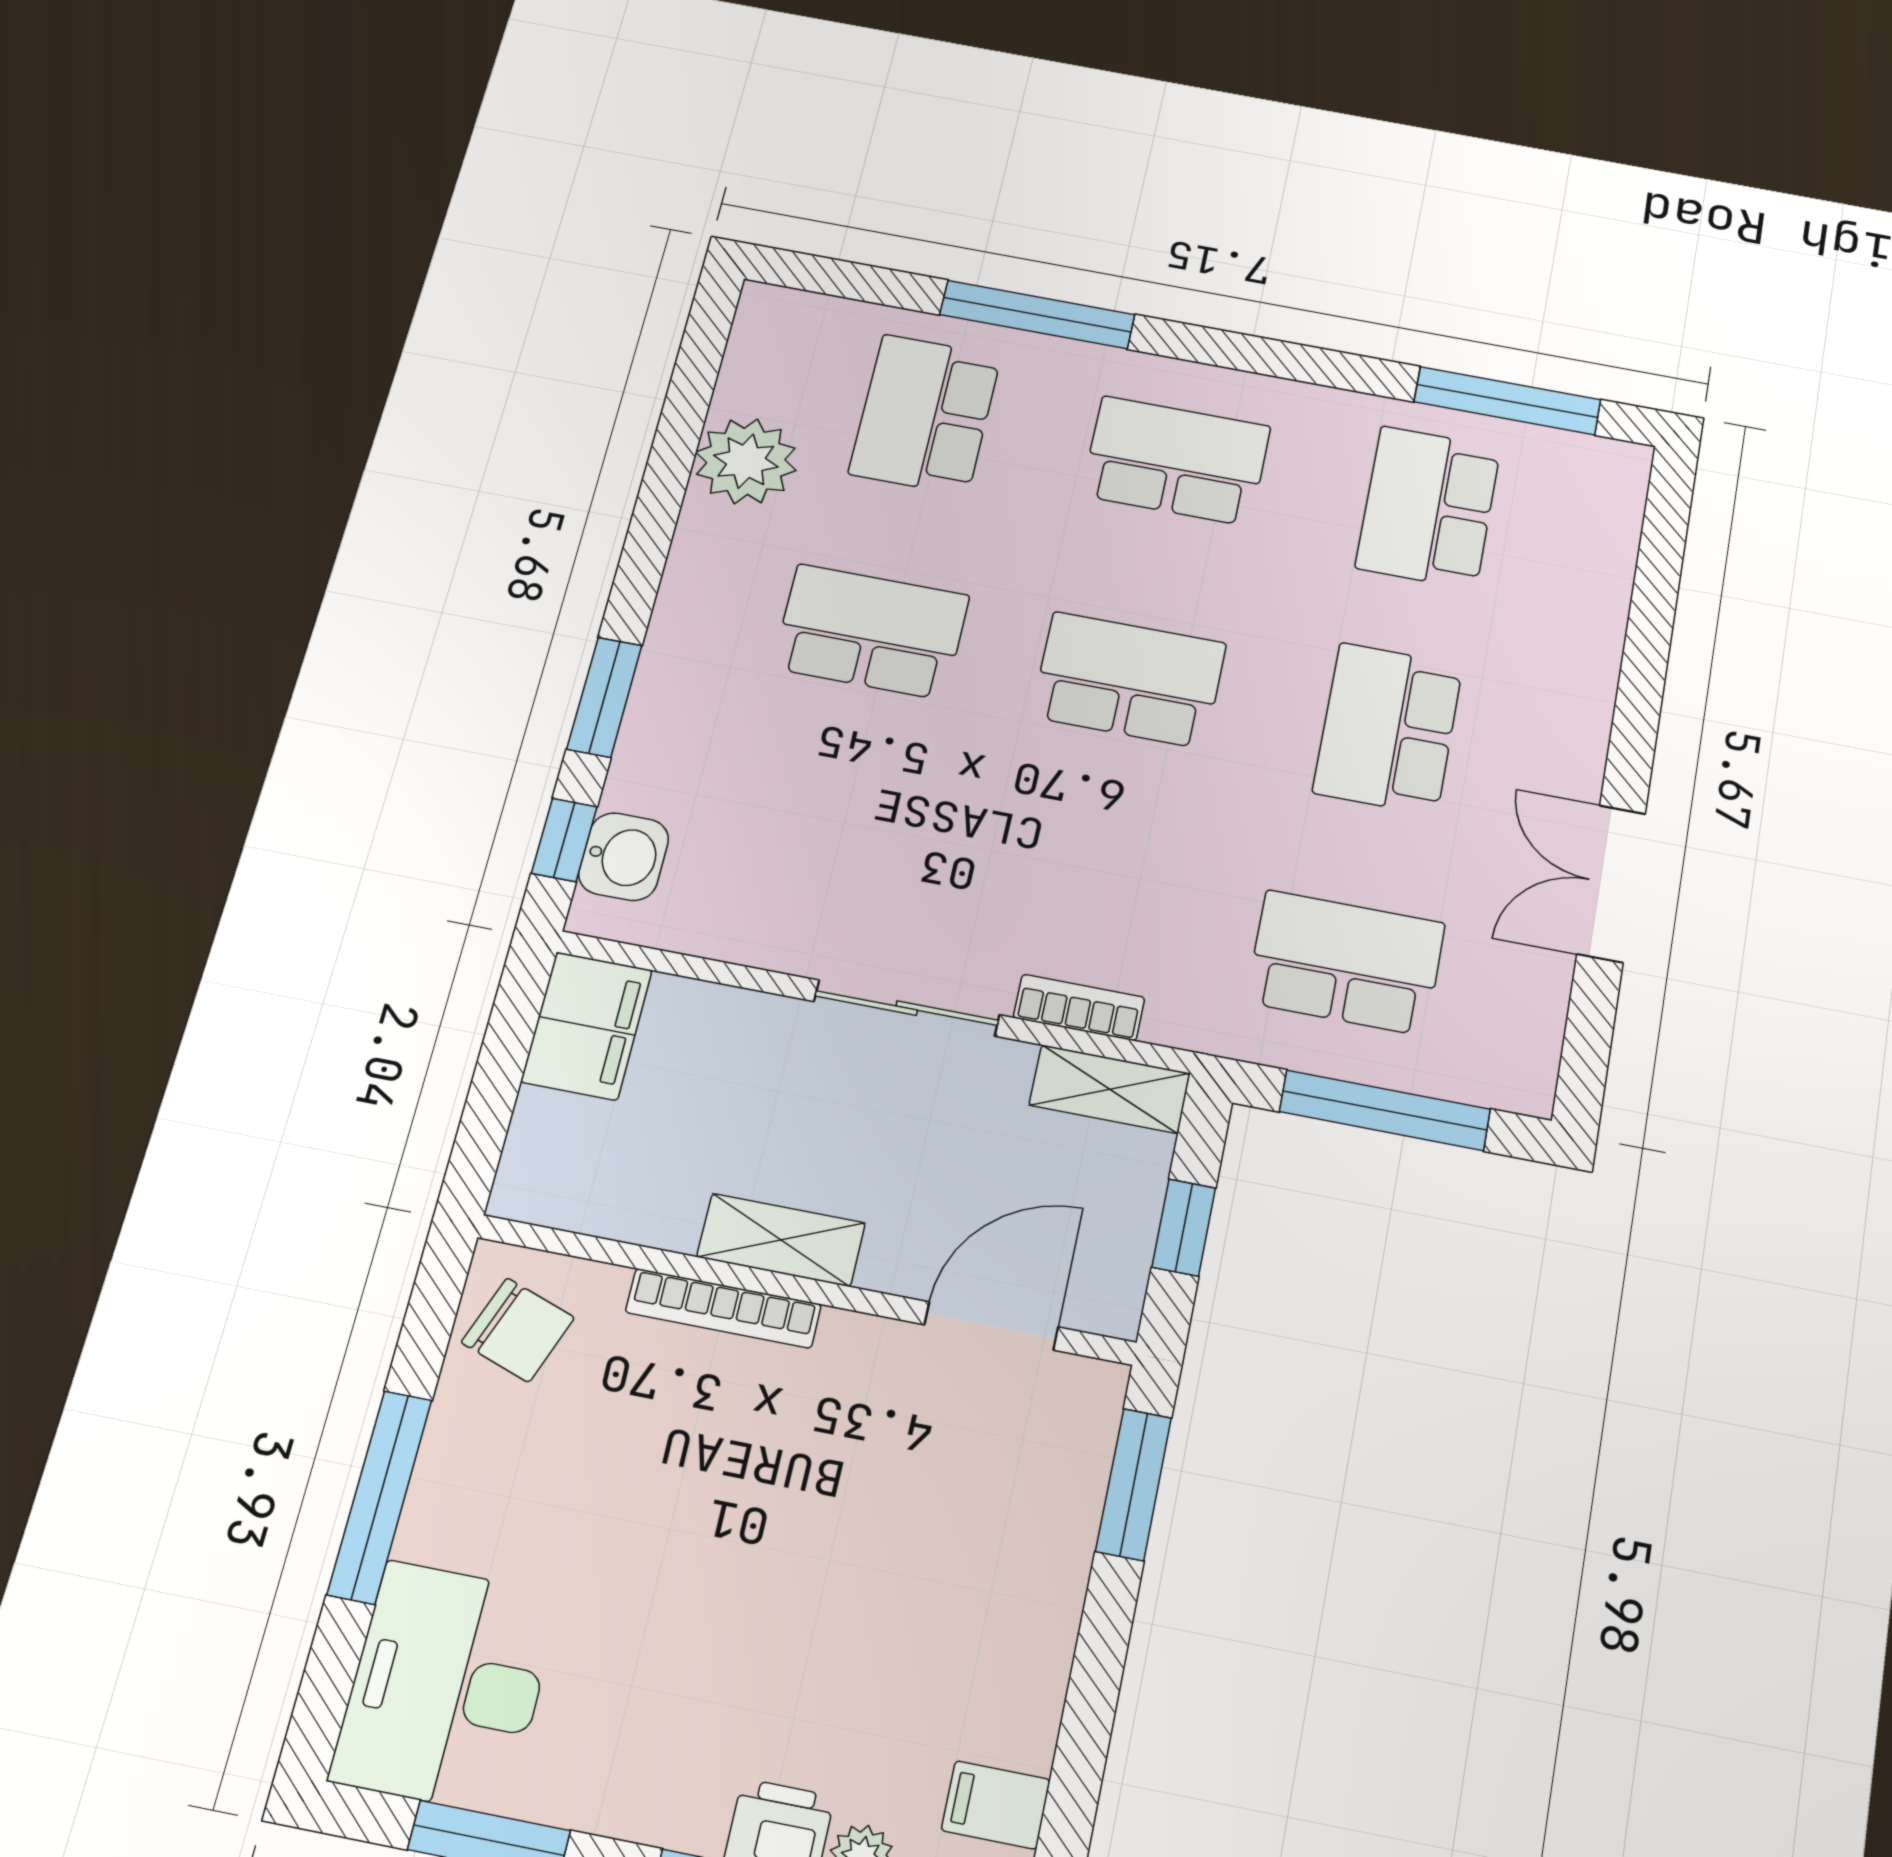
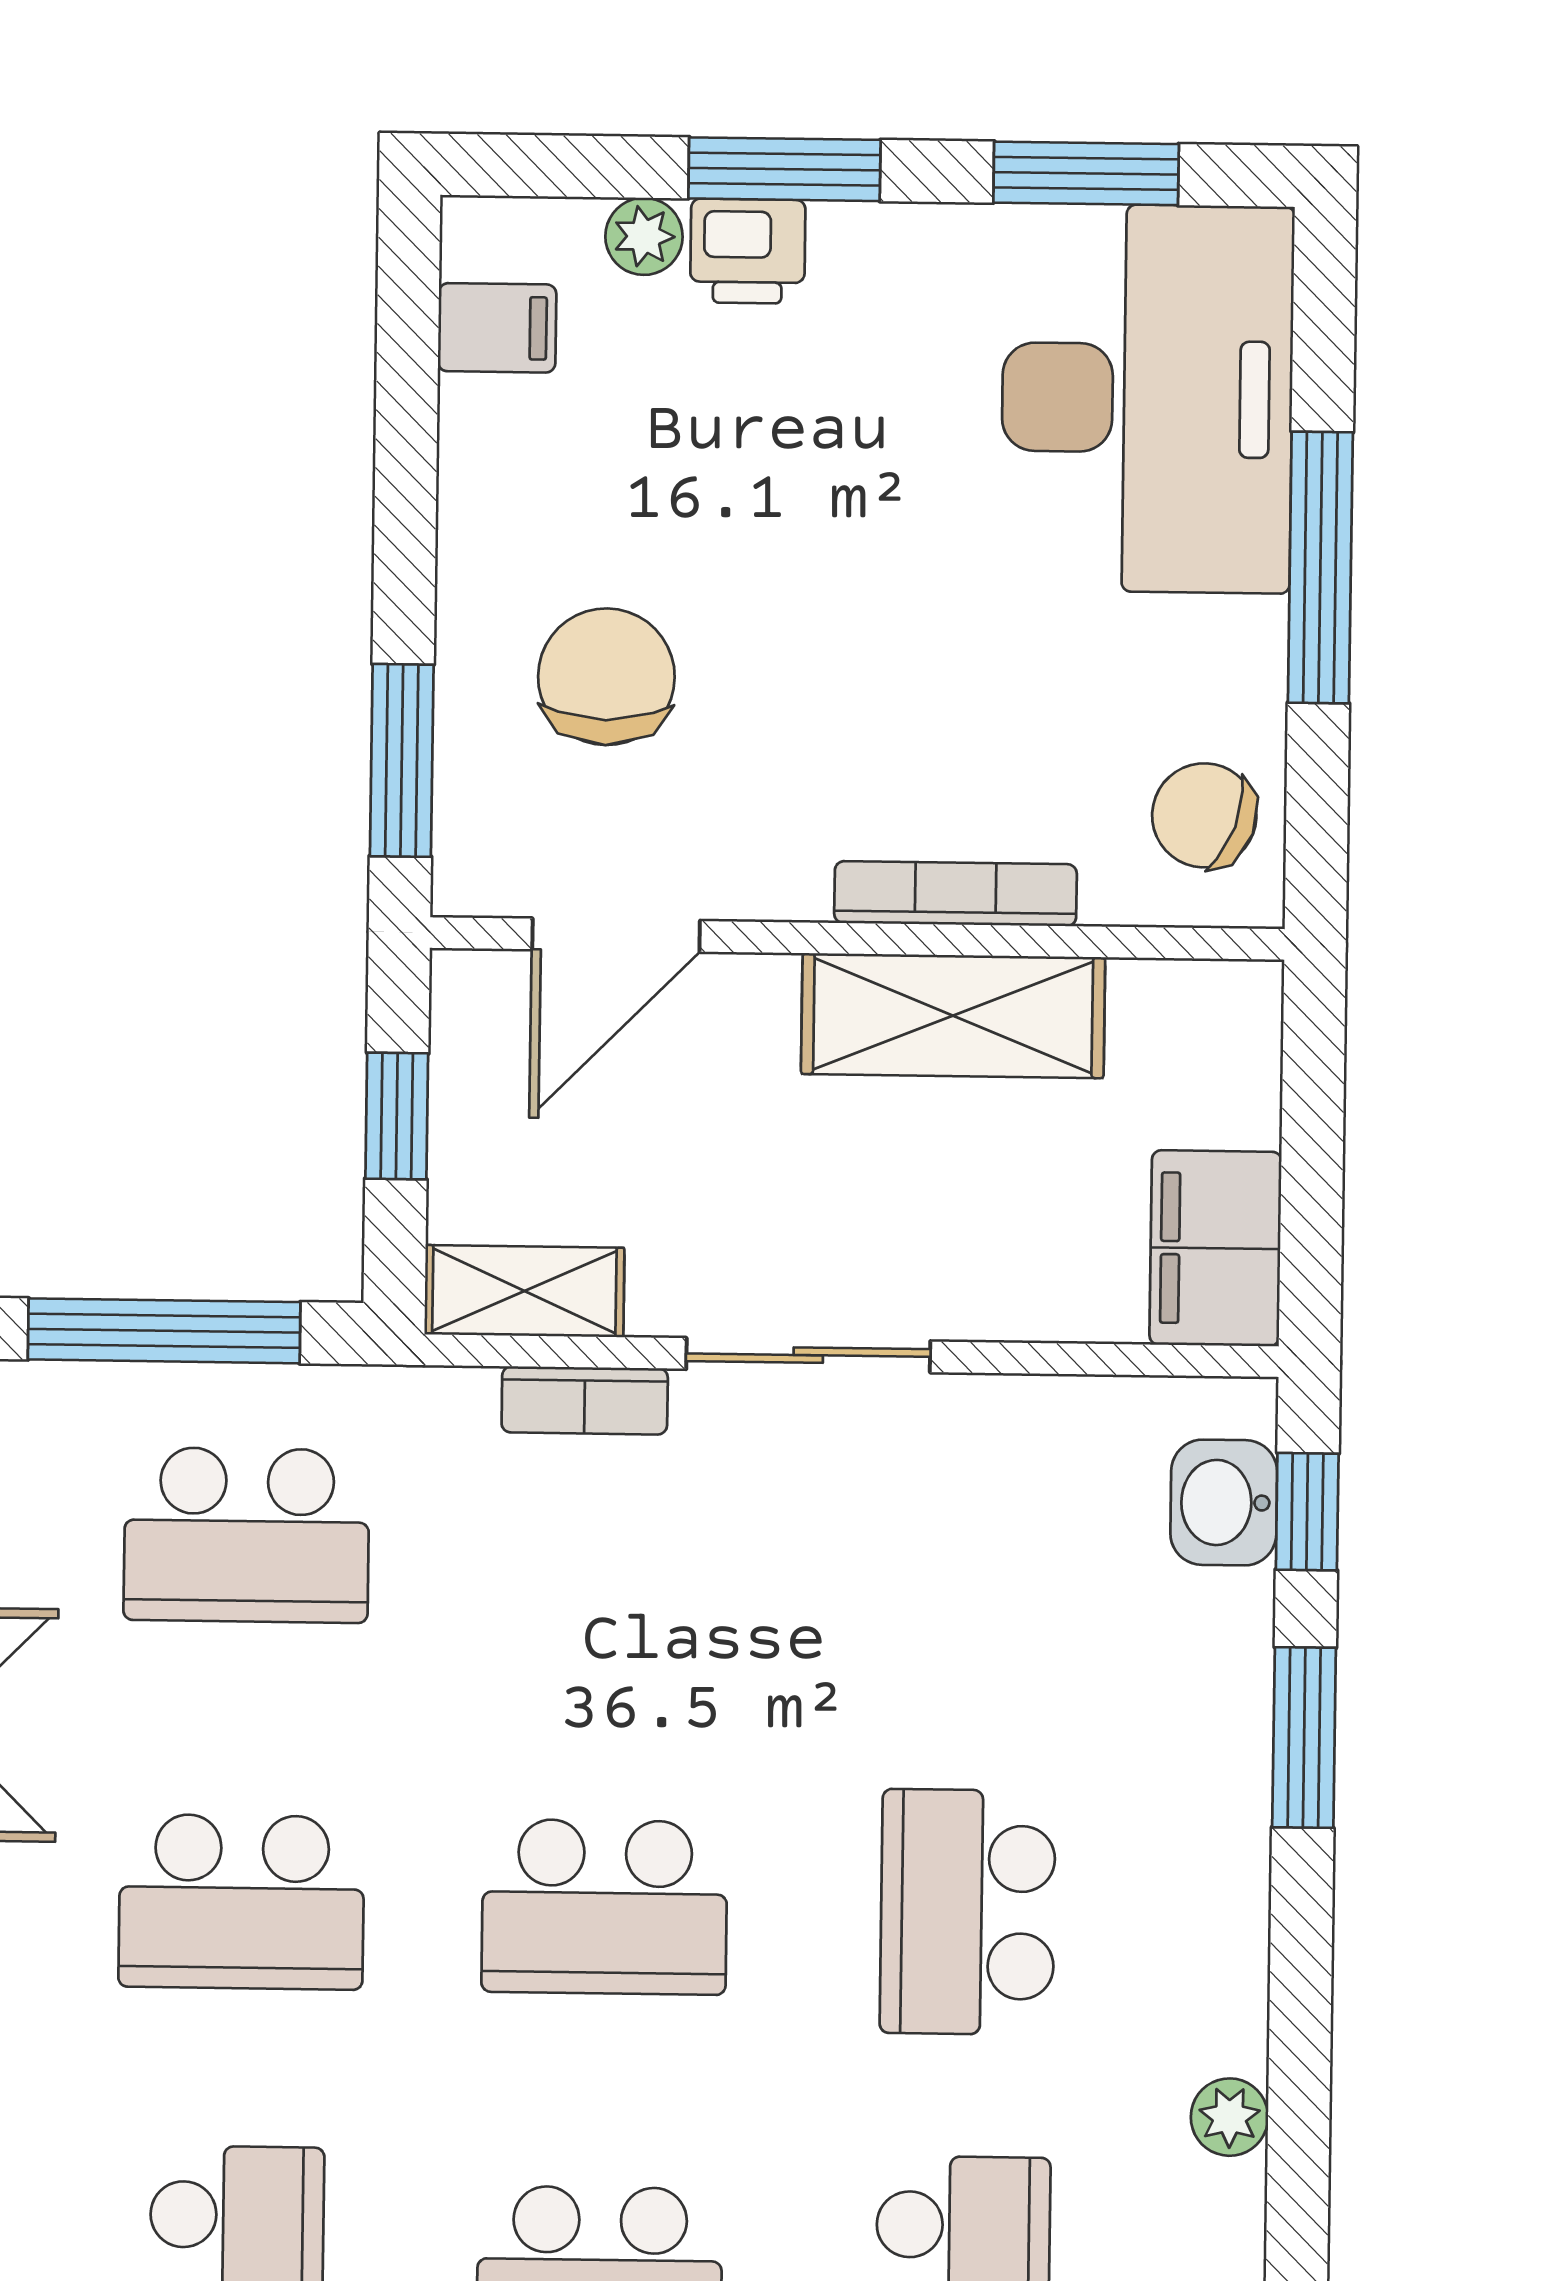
plant: (746, 461) -> (1229, 2117), width x0.53, depth x0.53
school desk: (871, 632) -> (968, 1912), turned 90
school desk: (1388, 729) -> (241, 1902), turned 90
shelving: (781, 1240) -> (953, 1016), width x1.50, depth x1.33
chair: (961, 1518) -> (606, 677), added
desk: (446, 1687) -> (1147, 398), width x1.36, depth x1.30

